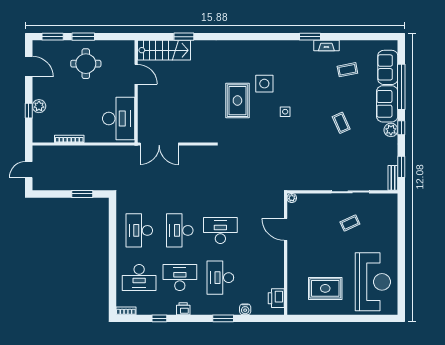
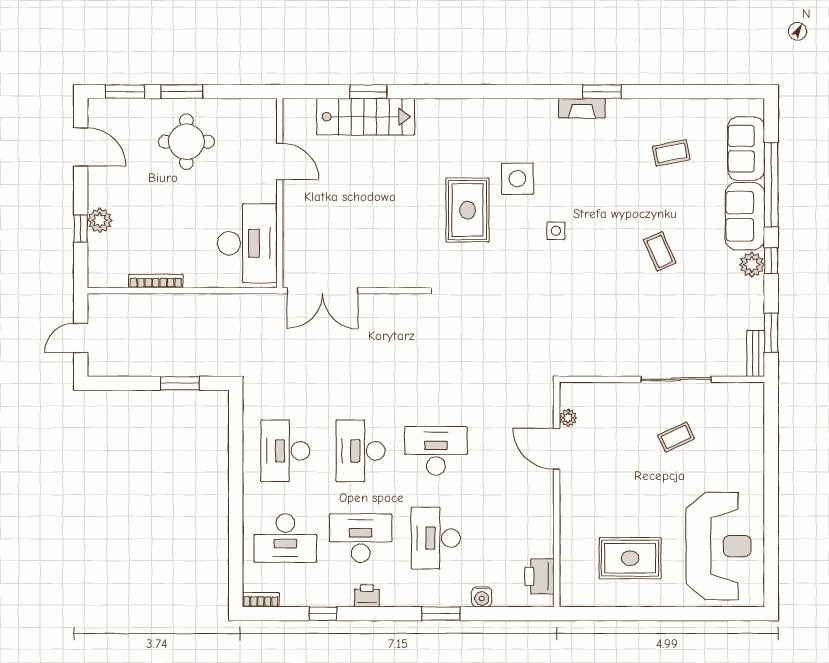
fireplace: (326, 46) -> (582, 108), moved
stairs: (164, 50) -> (366, 117), moved
plant: (292, 198) -> (568, 418), moved

